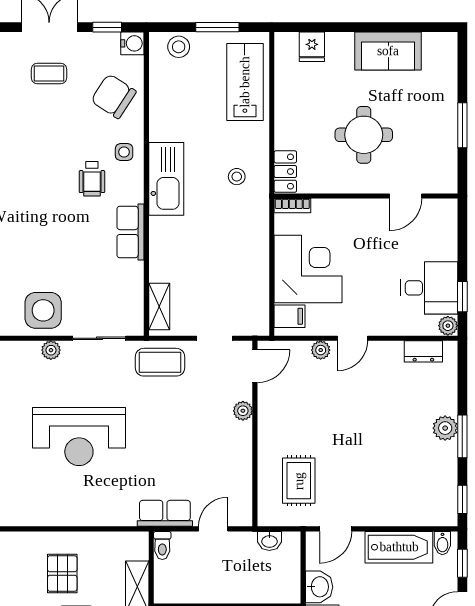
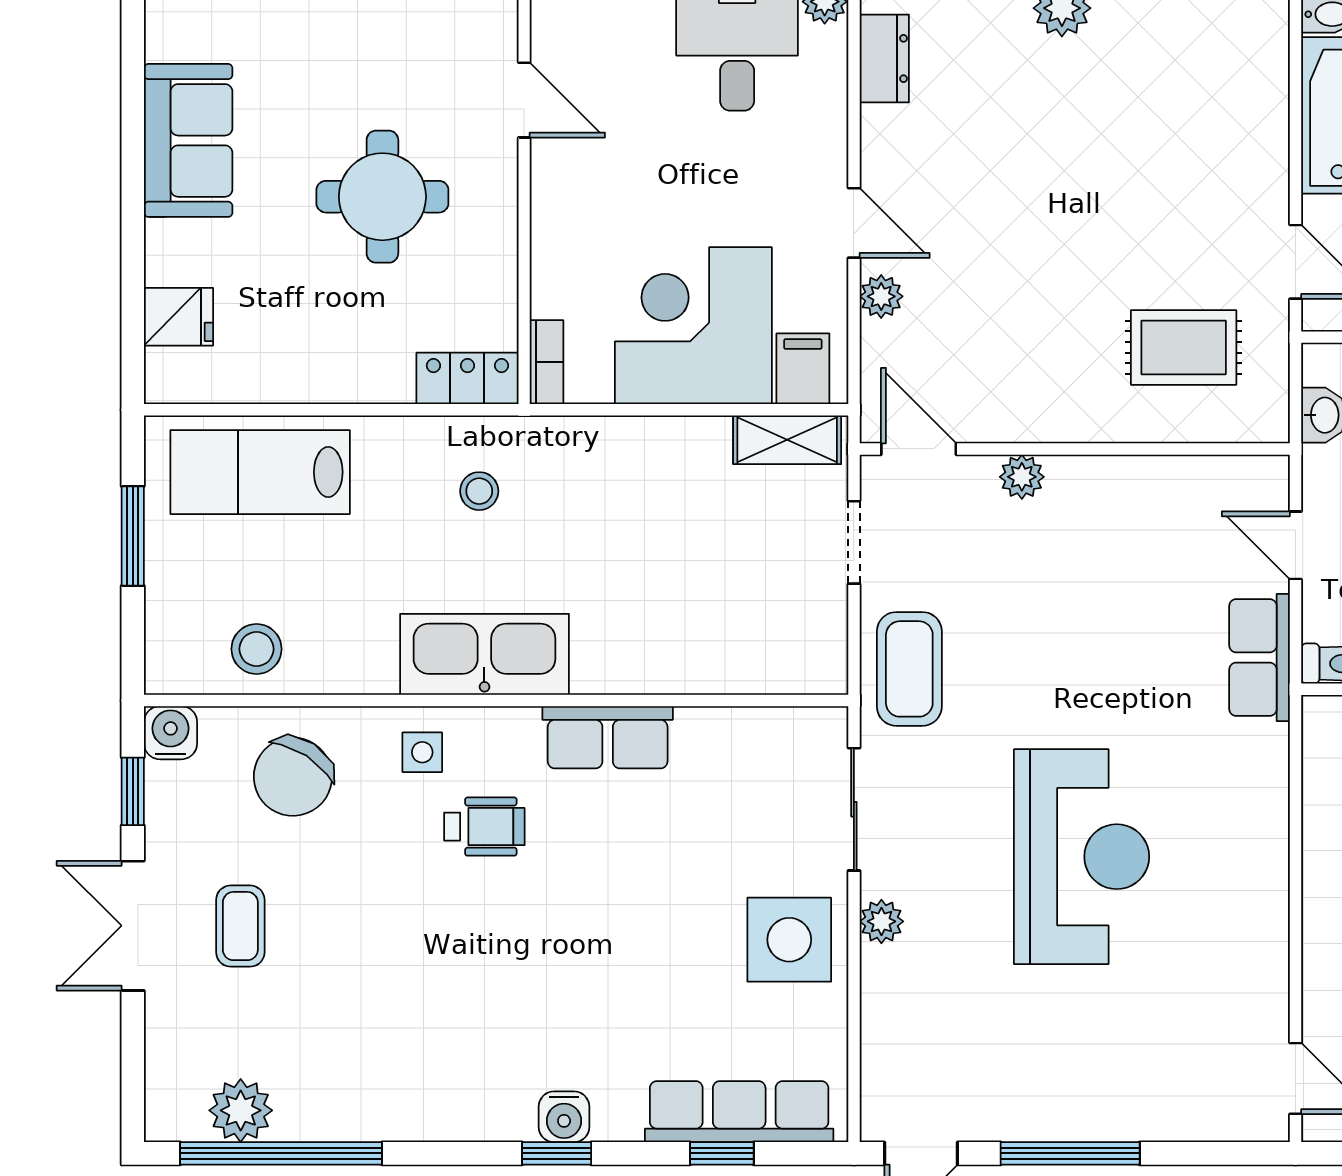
stool: (179, 47) -> (257, 649), moved
shelving: (159, 307) -> (787, 440), moved

